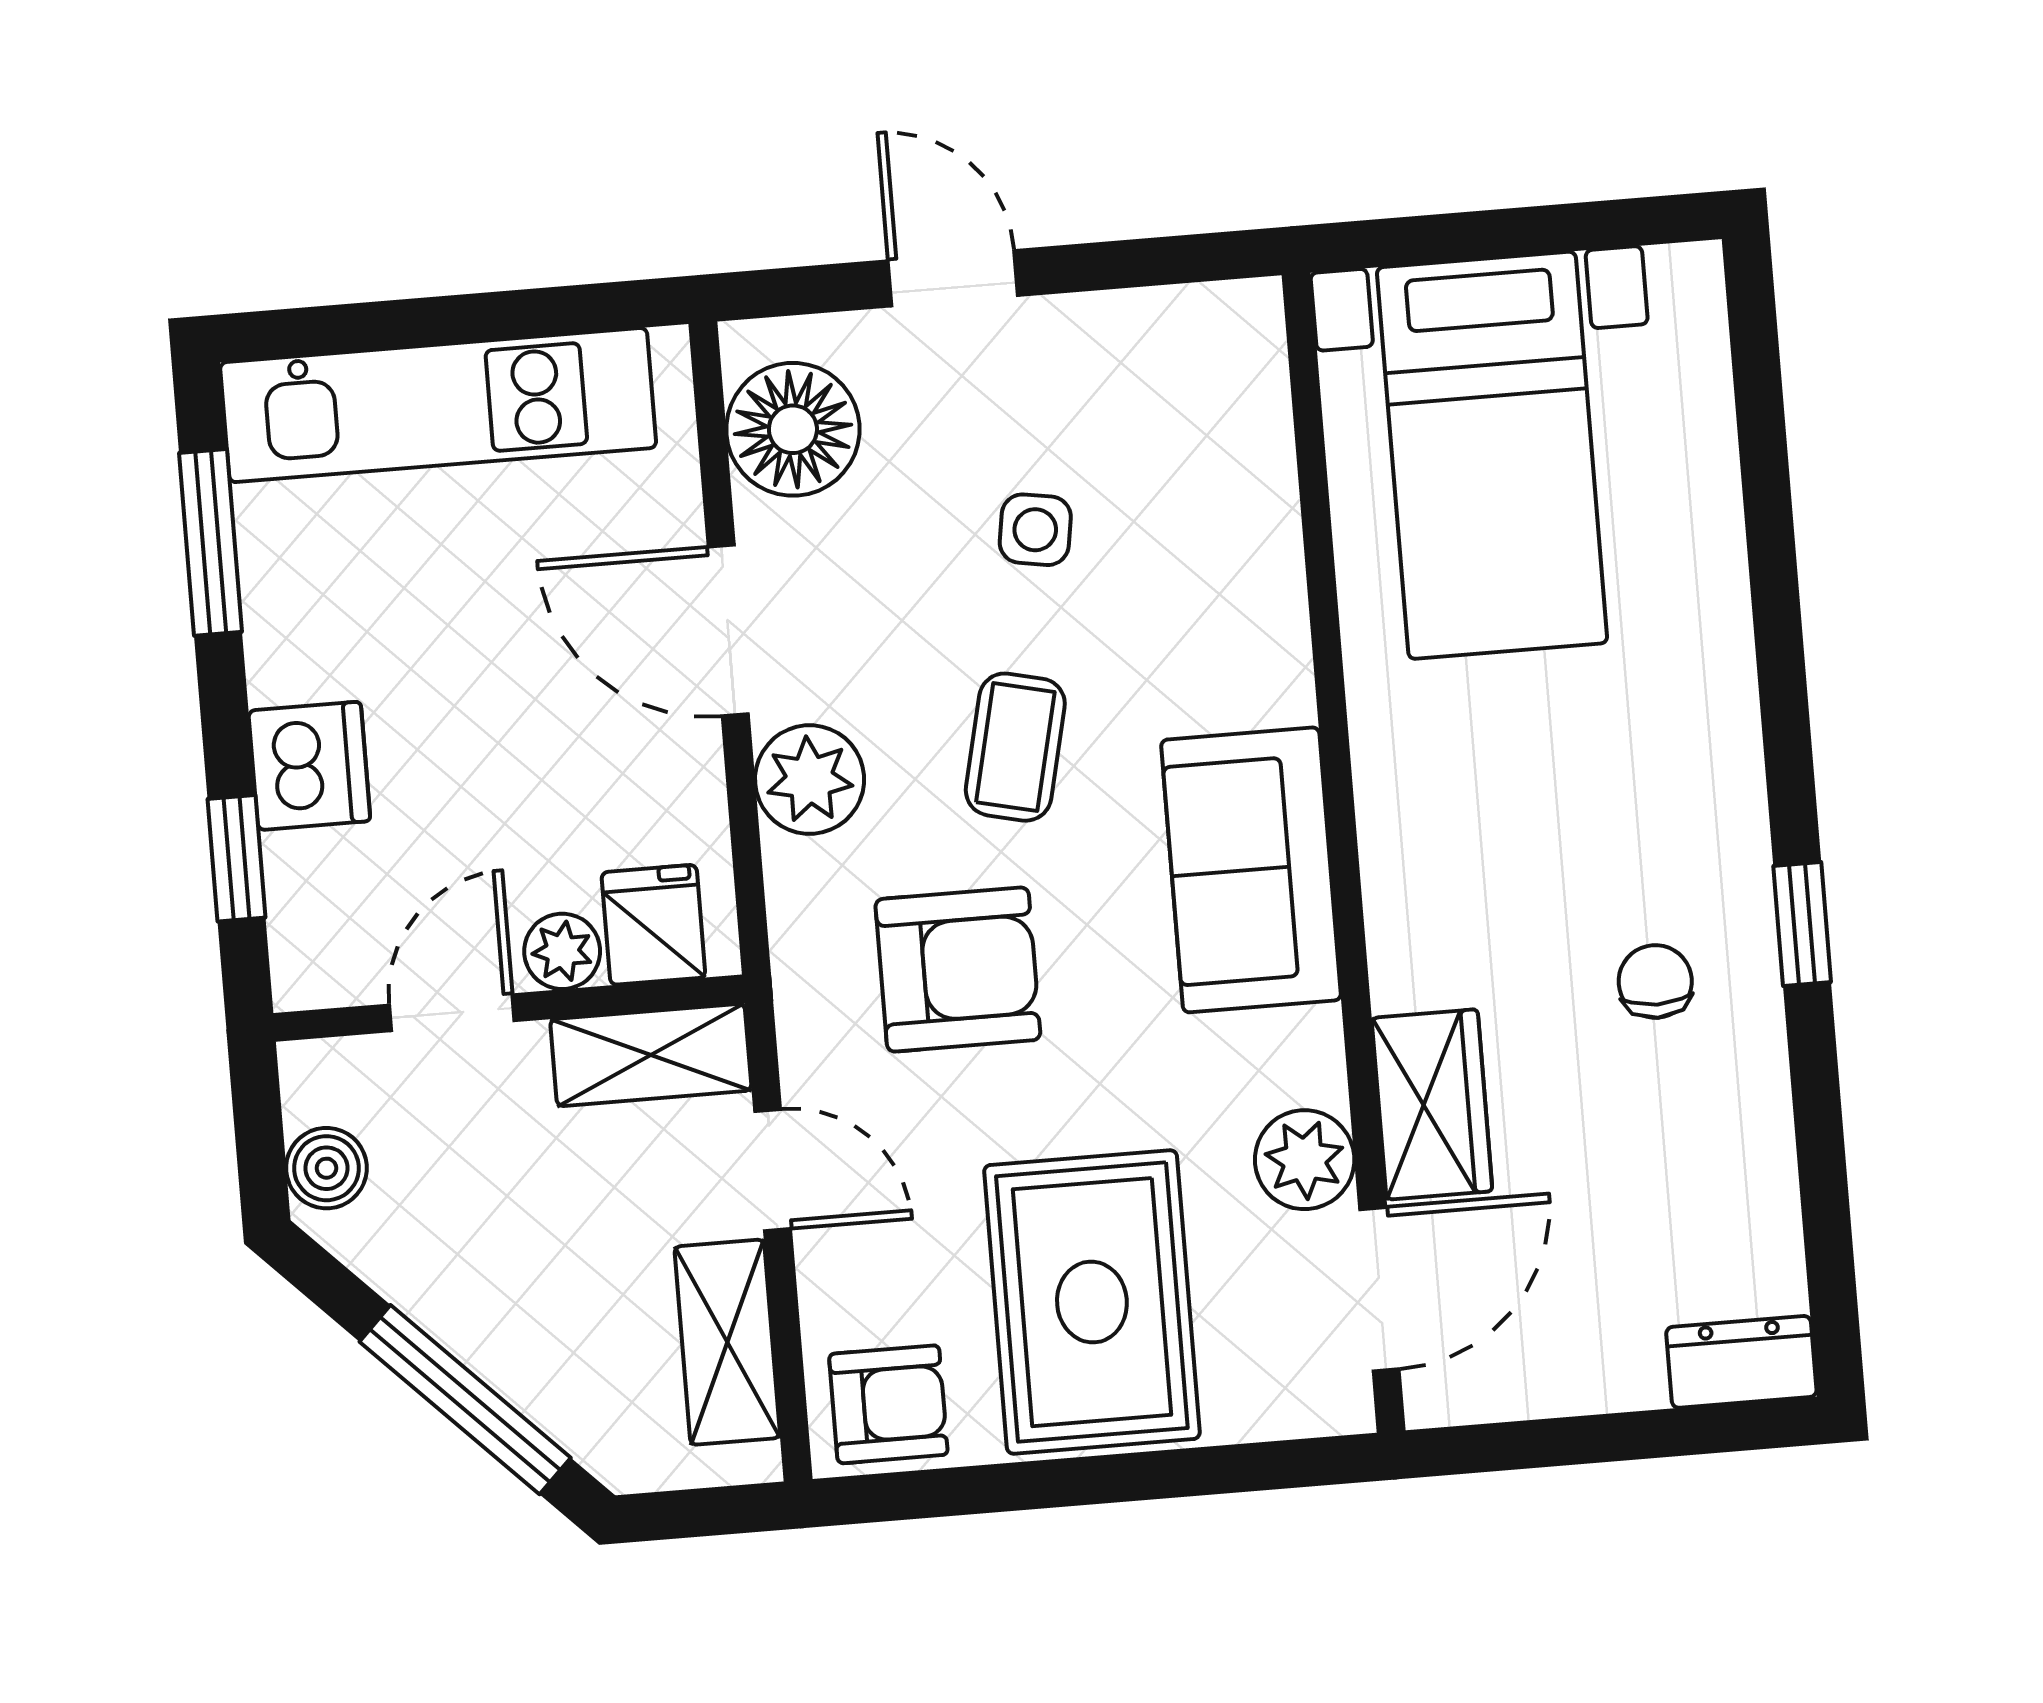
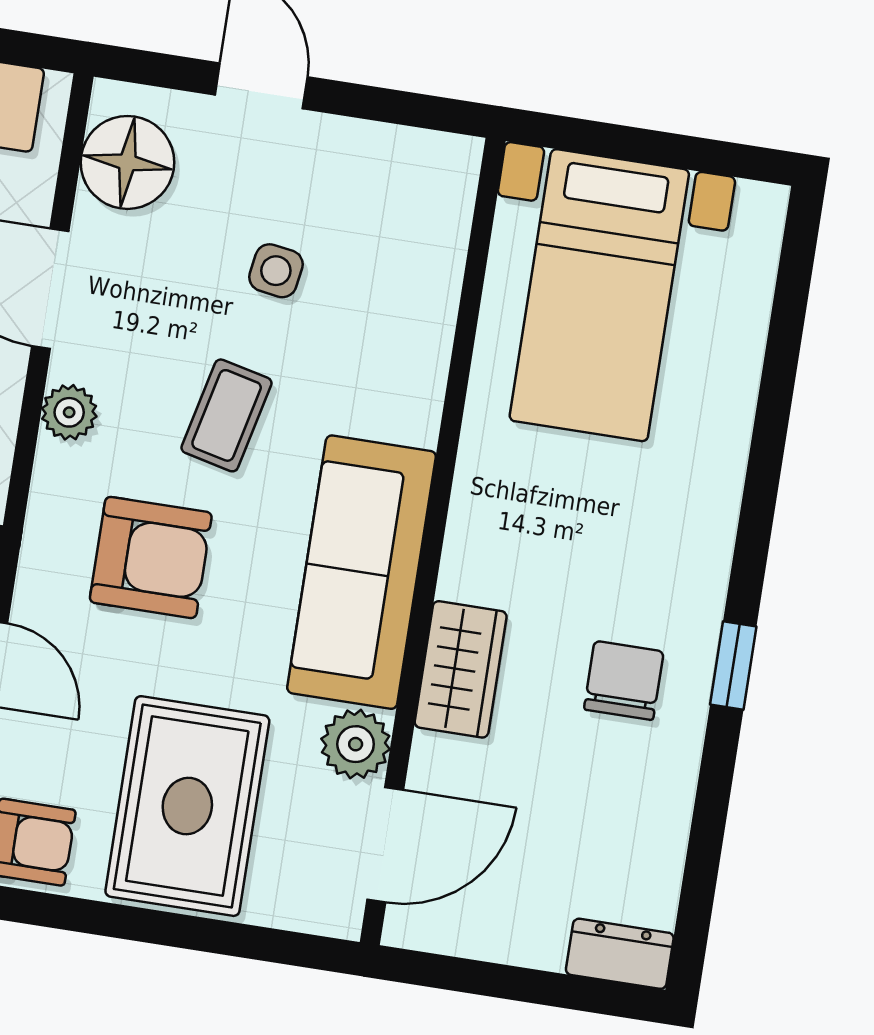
plant: (810, 780) -> (69, 412), width x0.73, depth x0.73
sofa: (1251, 870) -> (362, 572), width x1.36
chair: (1655, 981) -> (624, 681), width x1.37, depth x1.37
wardrobe: (1432, 1104) -> (461, 669), moved

